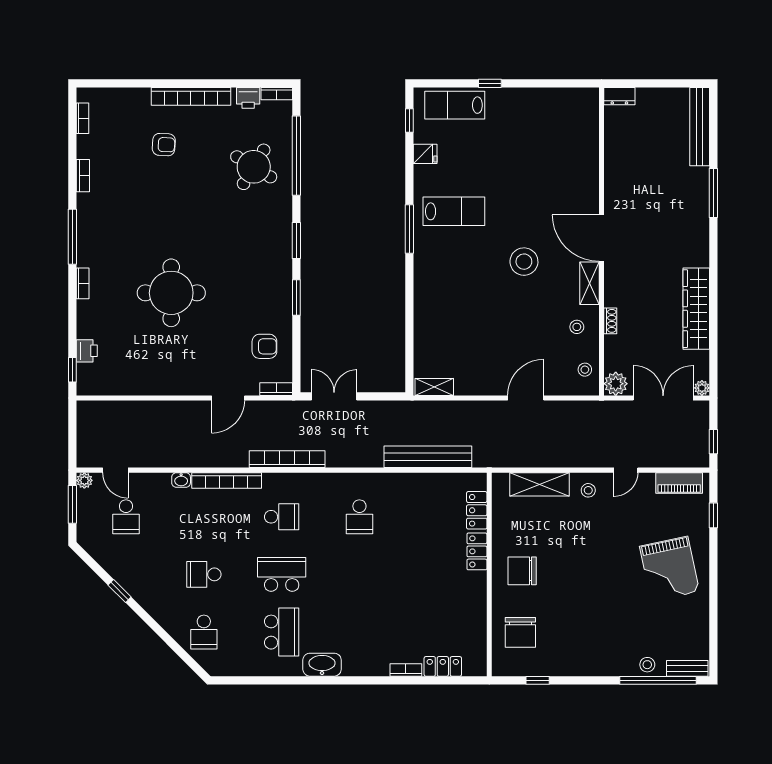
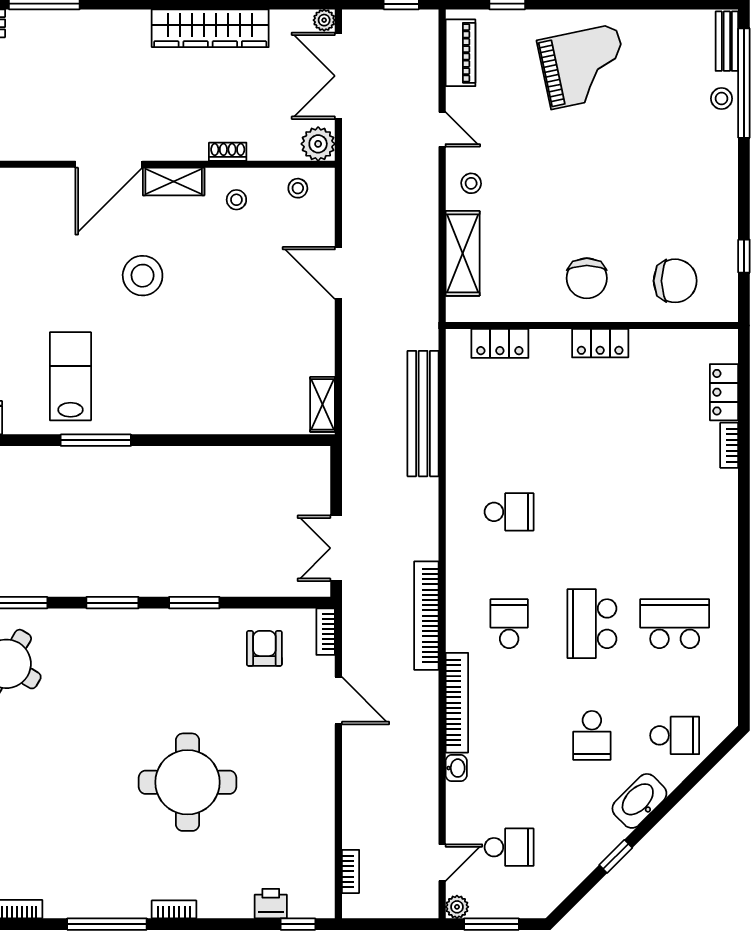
bookcase: (109, 406) -> (351, 871), added
locker: (477, 551) -> (600, 343), moved
washbasin: (322, 665) -> (639, 801), moved, turned 45

